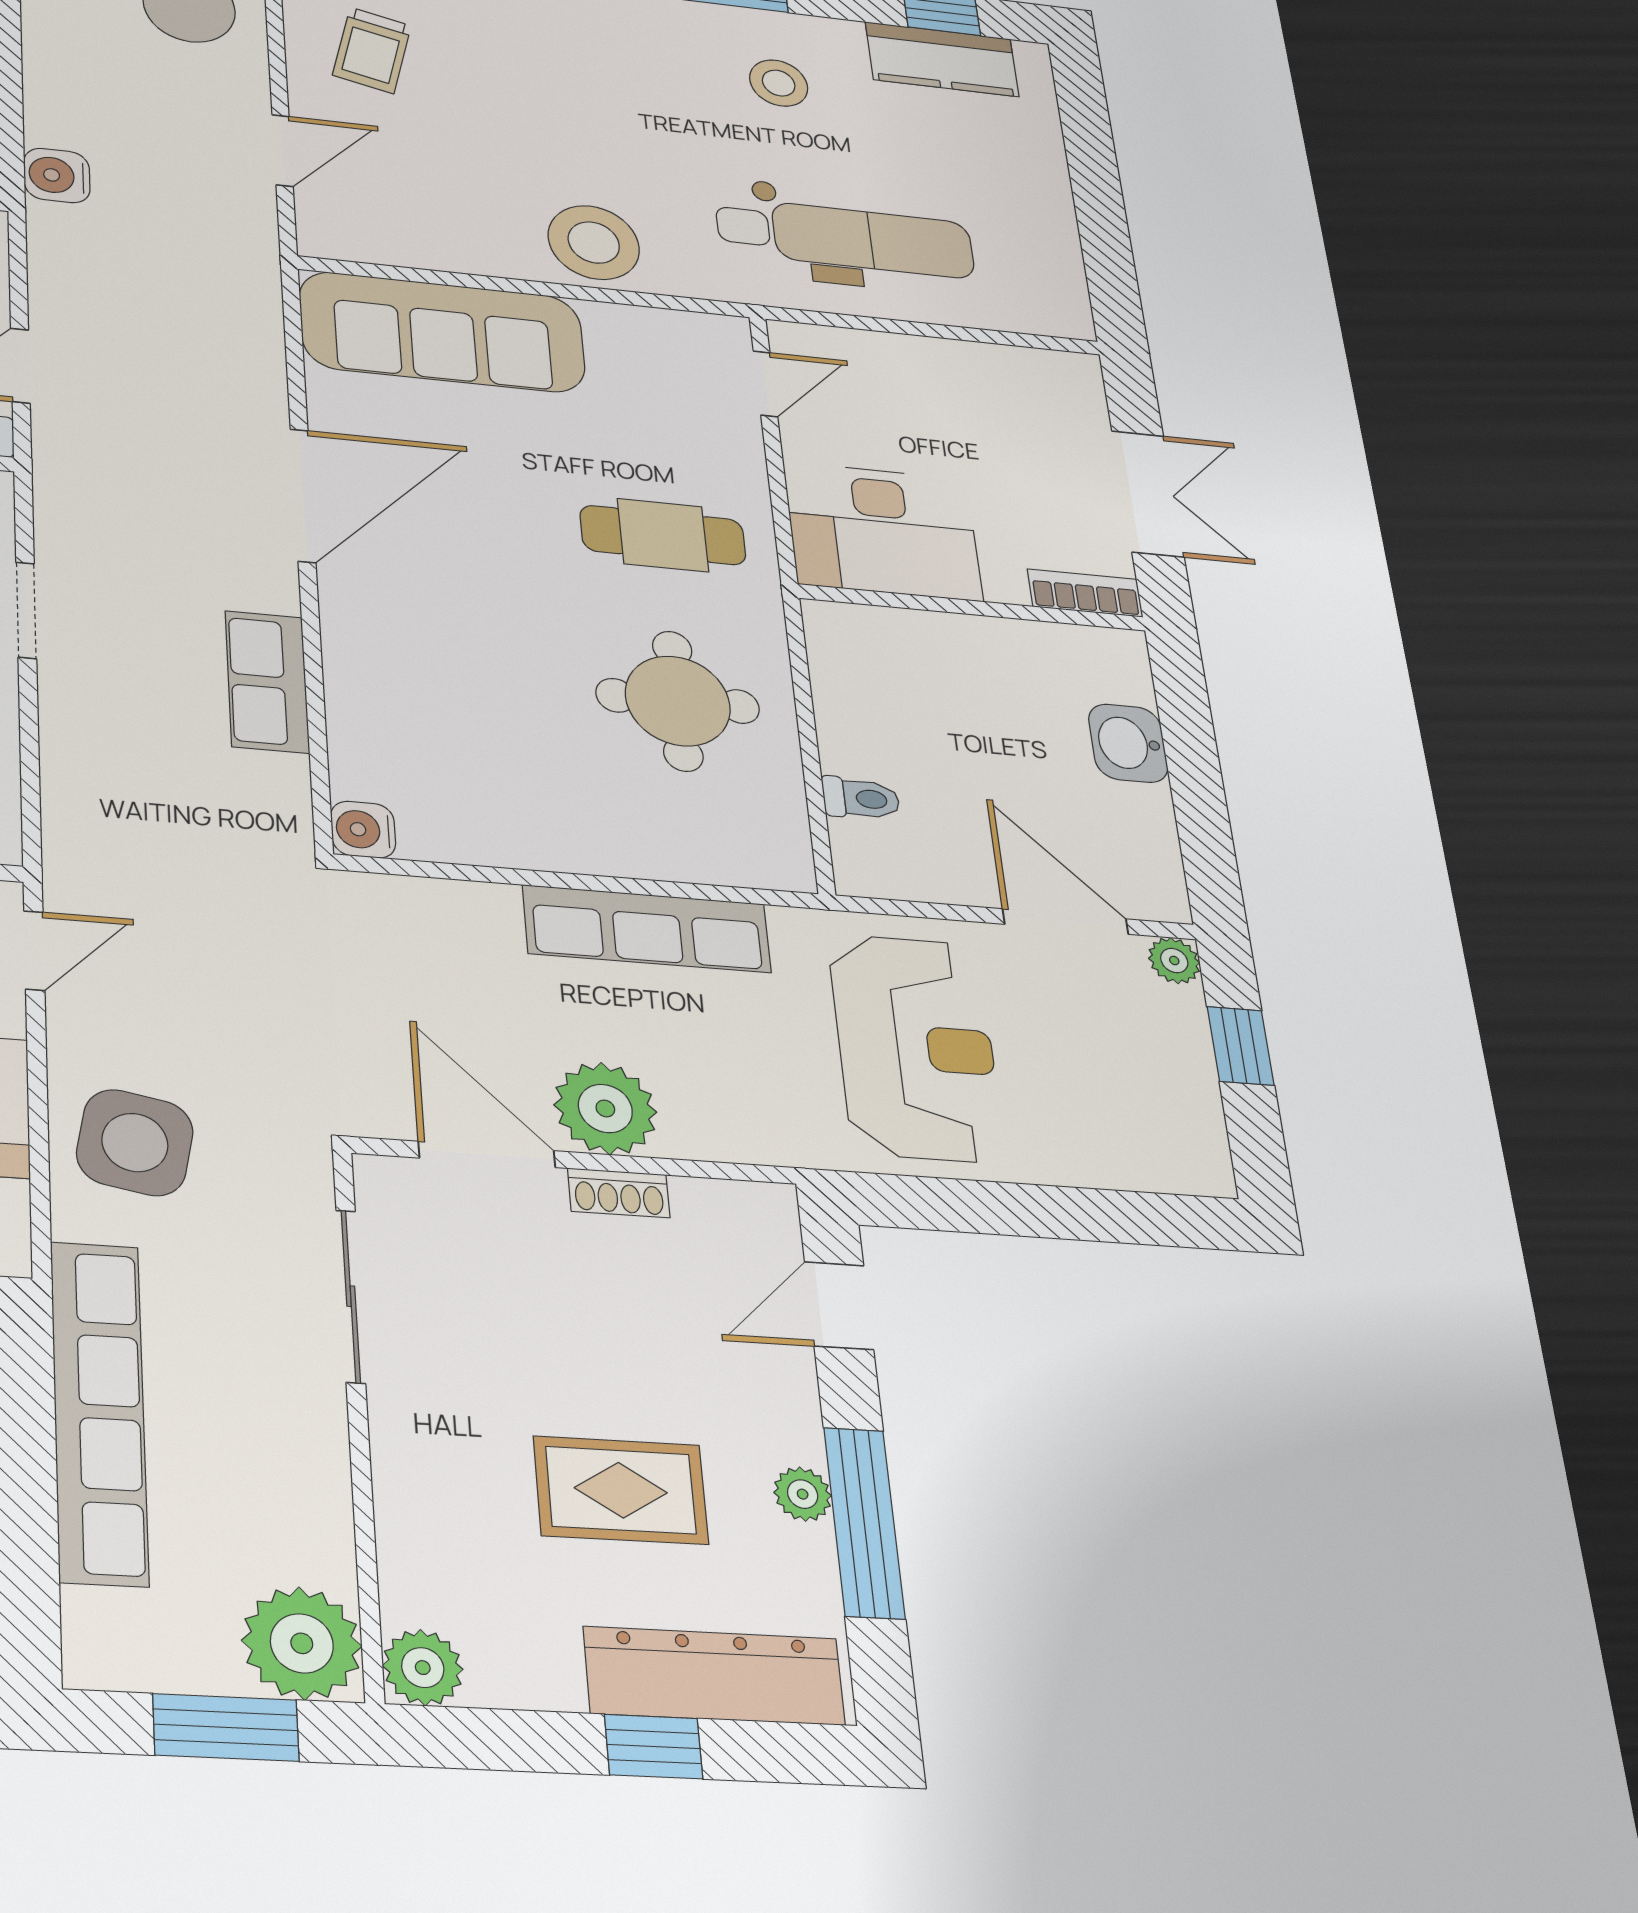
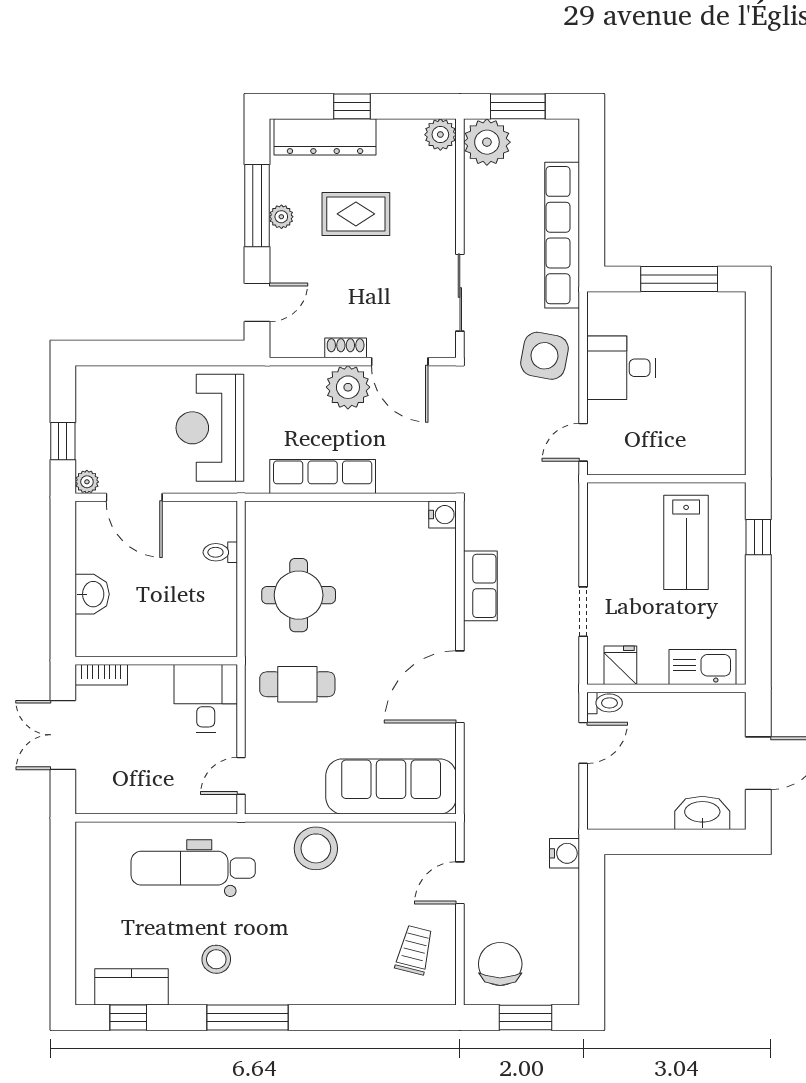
desk: (883, 531) -> (206, 698), width x0.73

